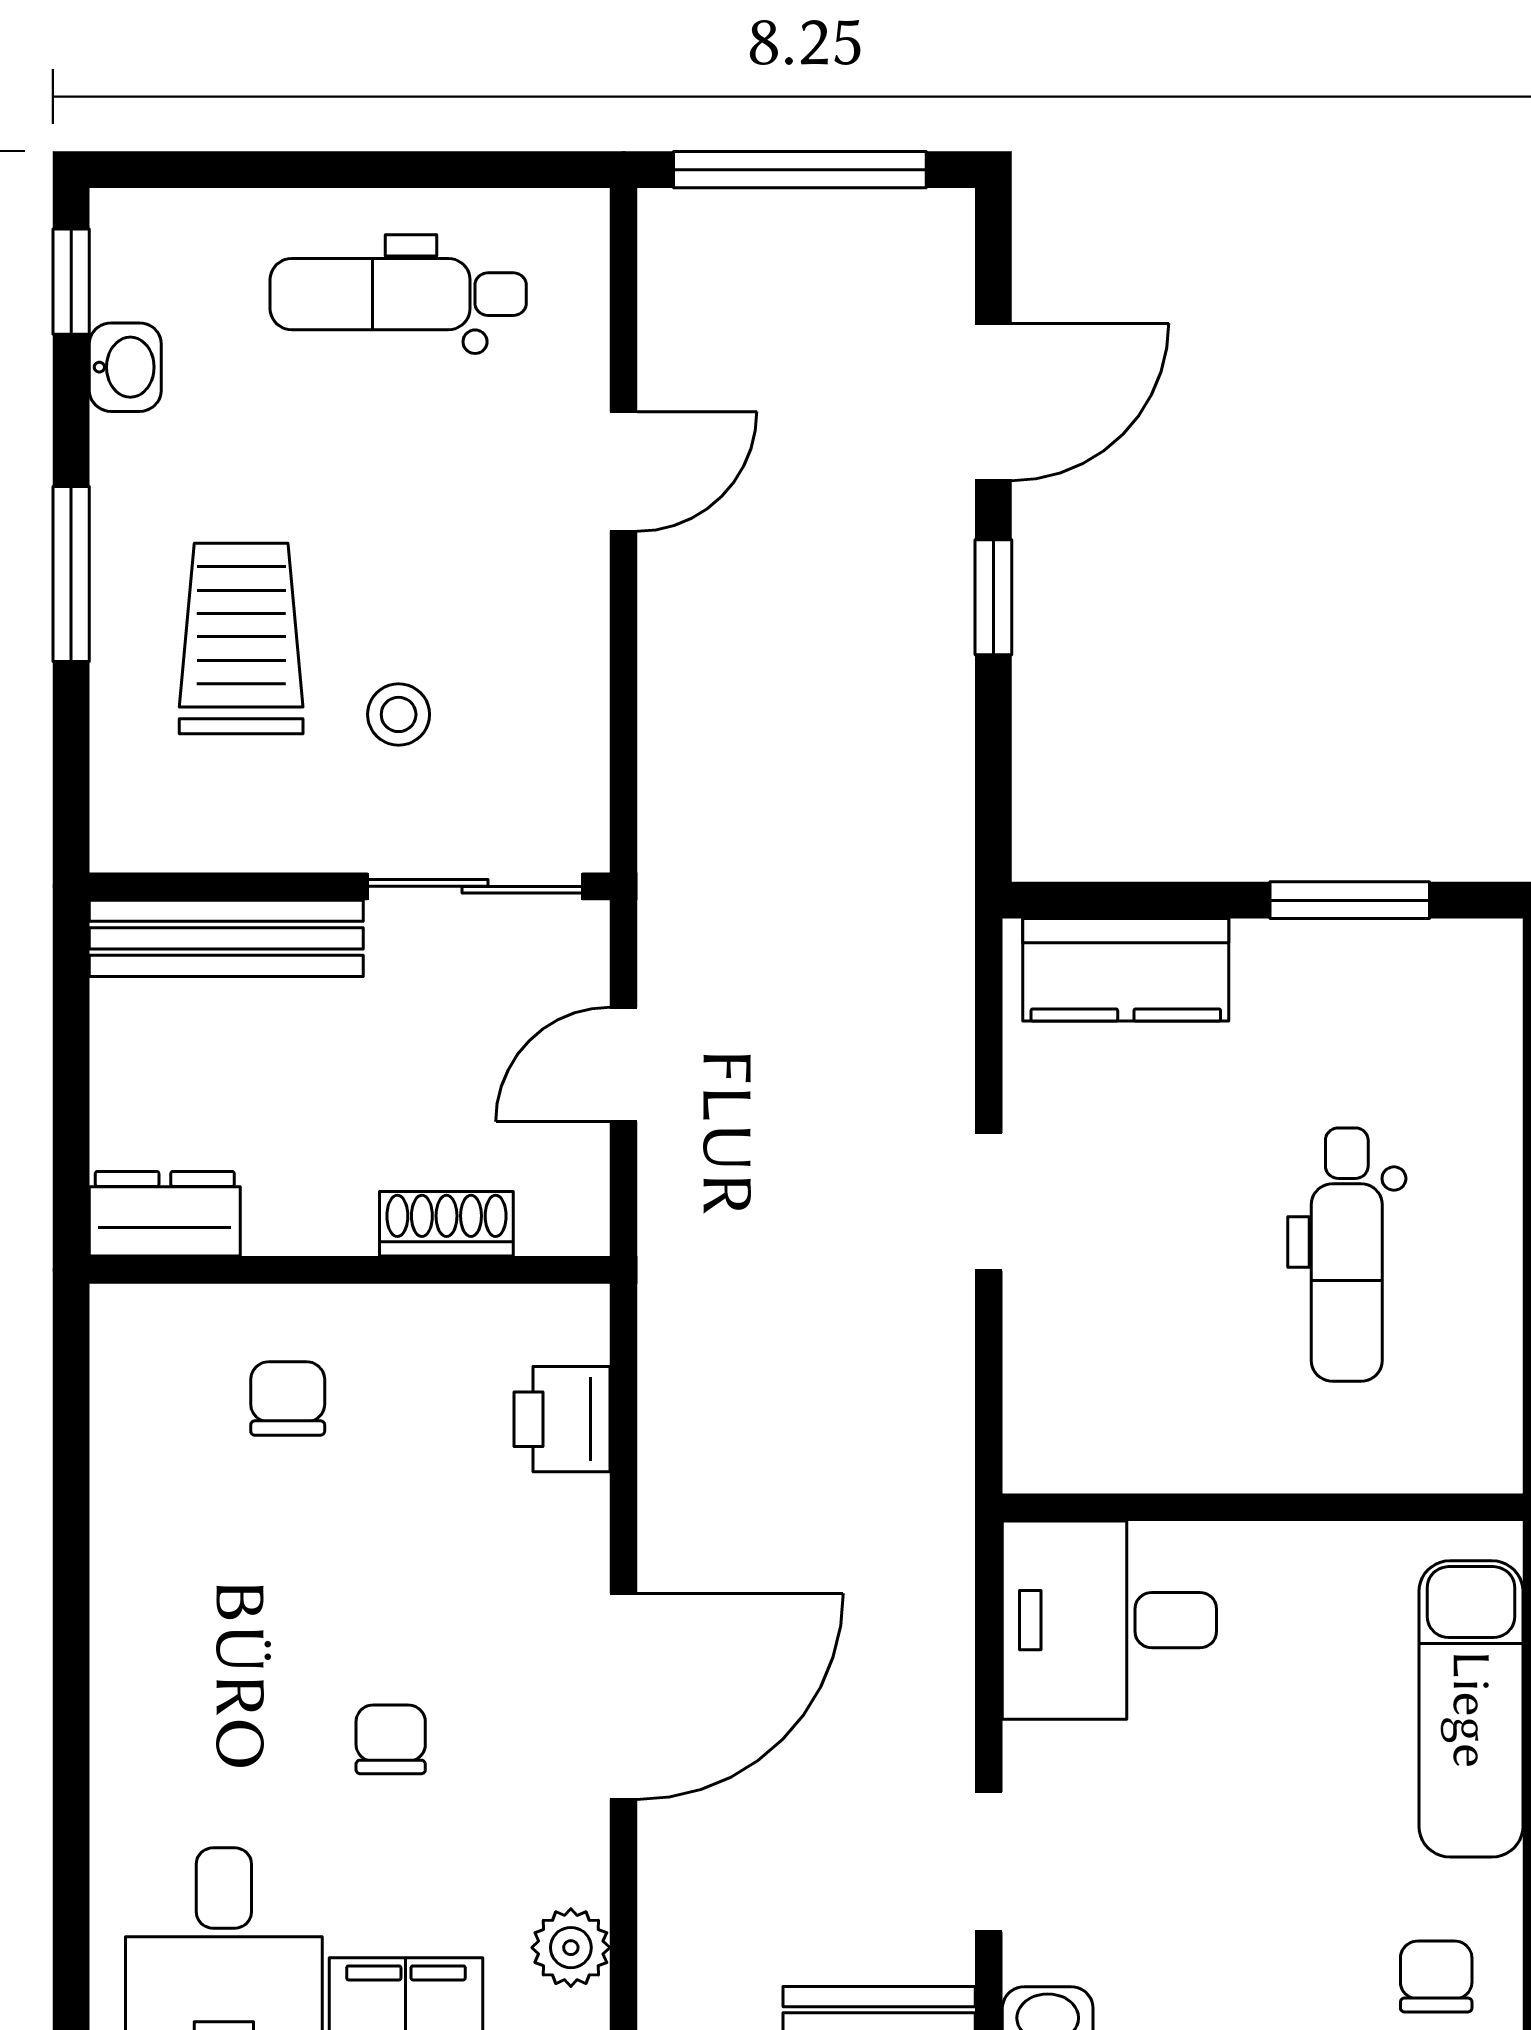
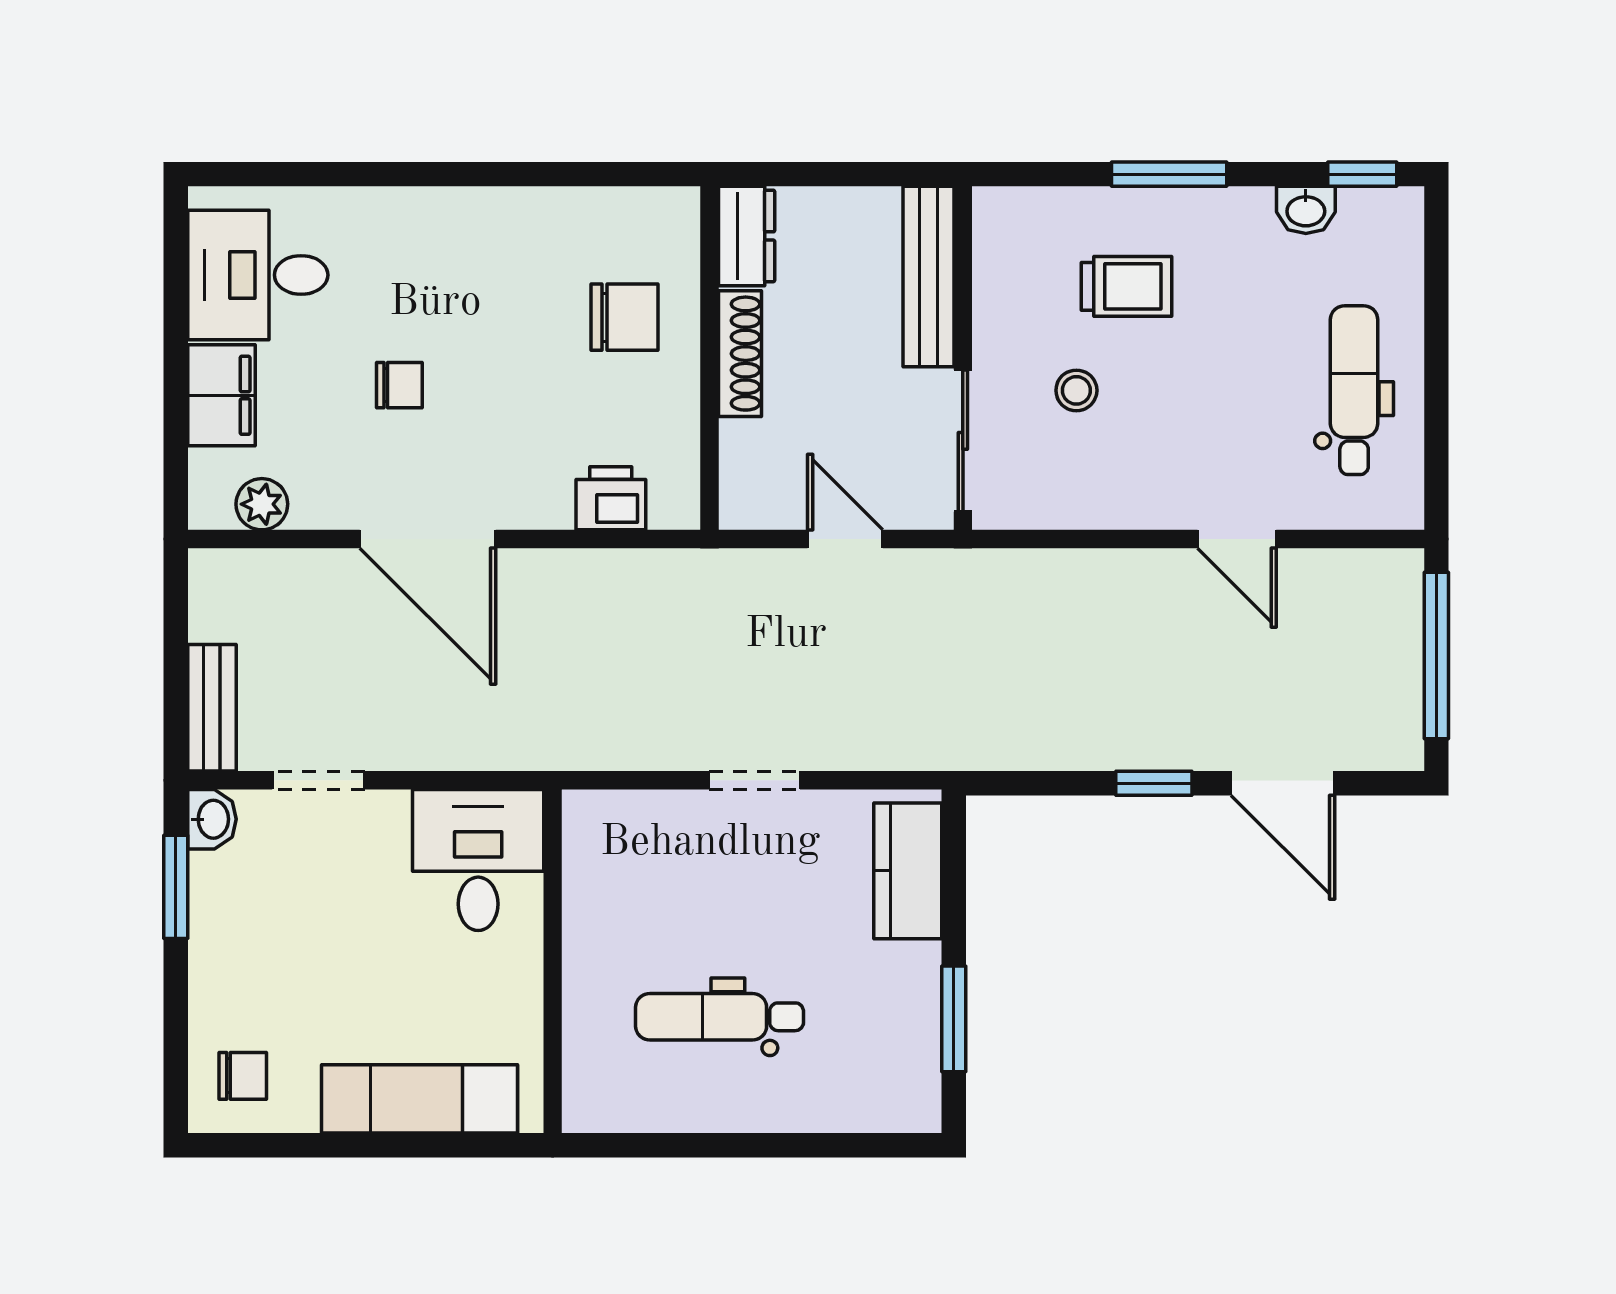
trolley: (241, 639) -> (1127, 286), width x0.73, depth x0.72
shoe rack: (446, 1224) -> (740, 354), moved, width x1.43
chair: (288, 1398) -> (625, 317), width x1.37, depth x1.37

